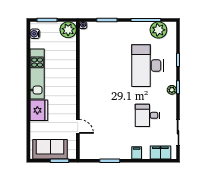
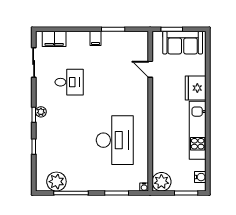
desk: (148, 66) -> (115, 140), moved
filing cabinet: (137, 153) -> (96, 38), moved

